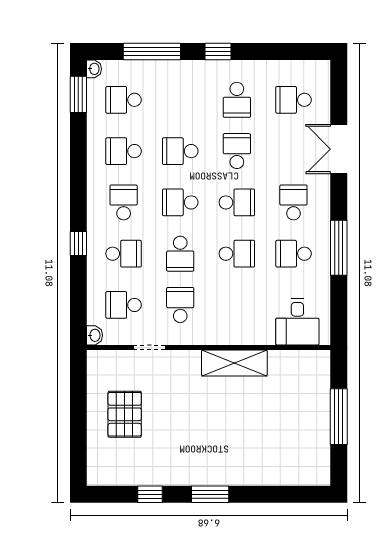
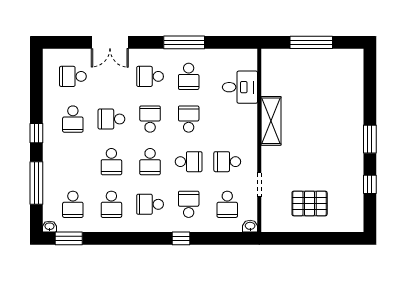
school desk: (237, 100) -> (73, 119), turned 90
school desk: (293, 100) -> (73, 76), turned 90
desk: (297, 322) -> (240, 87), moved

